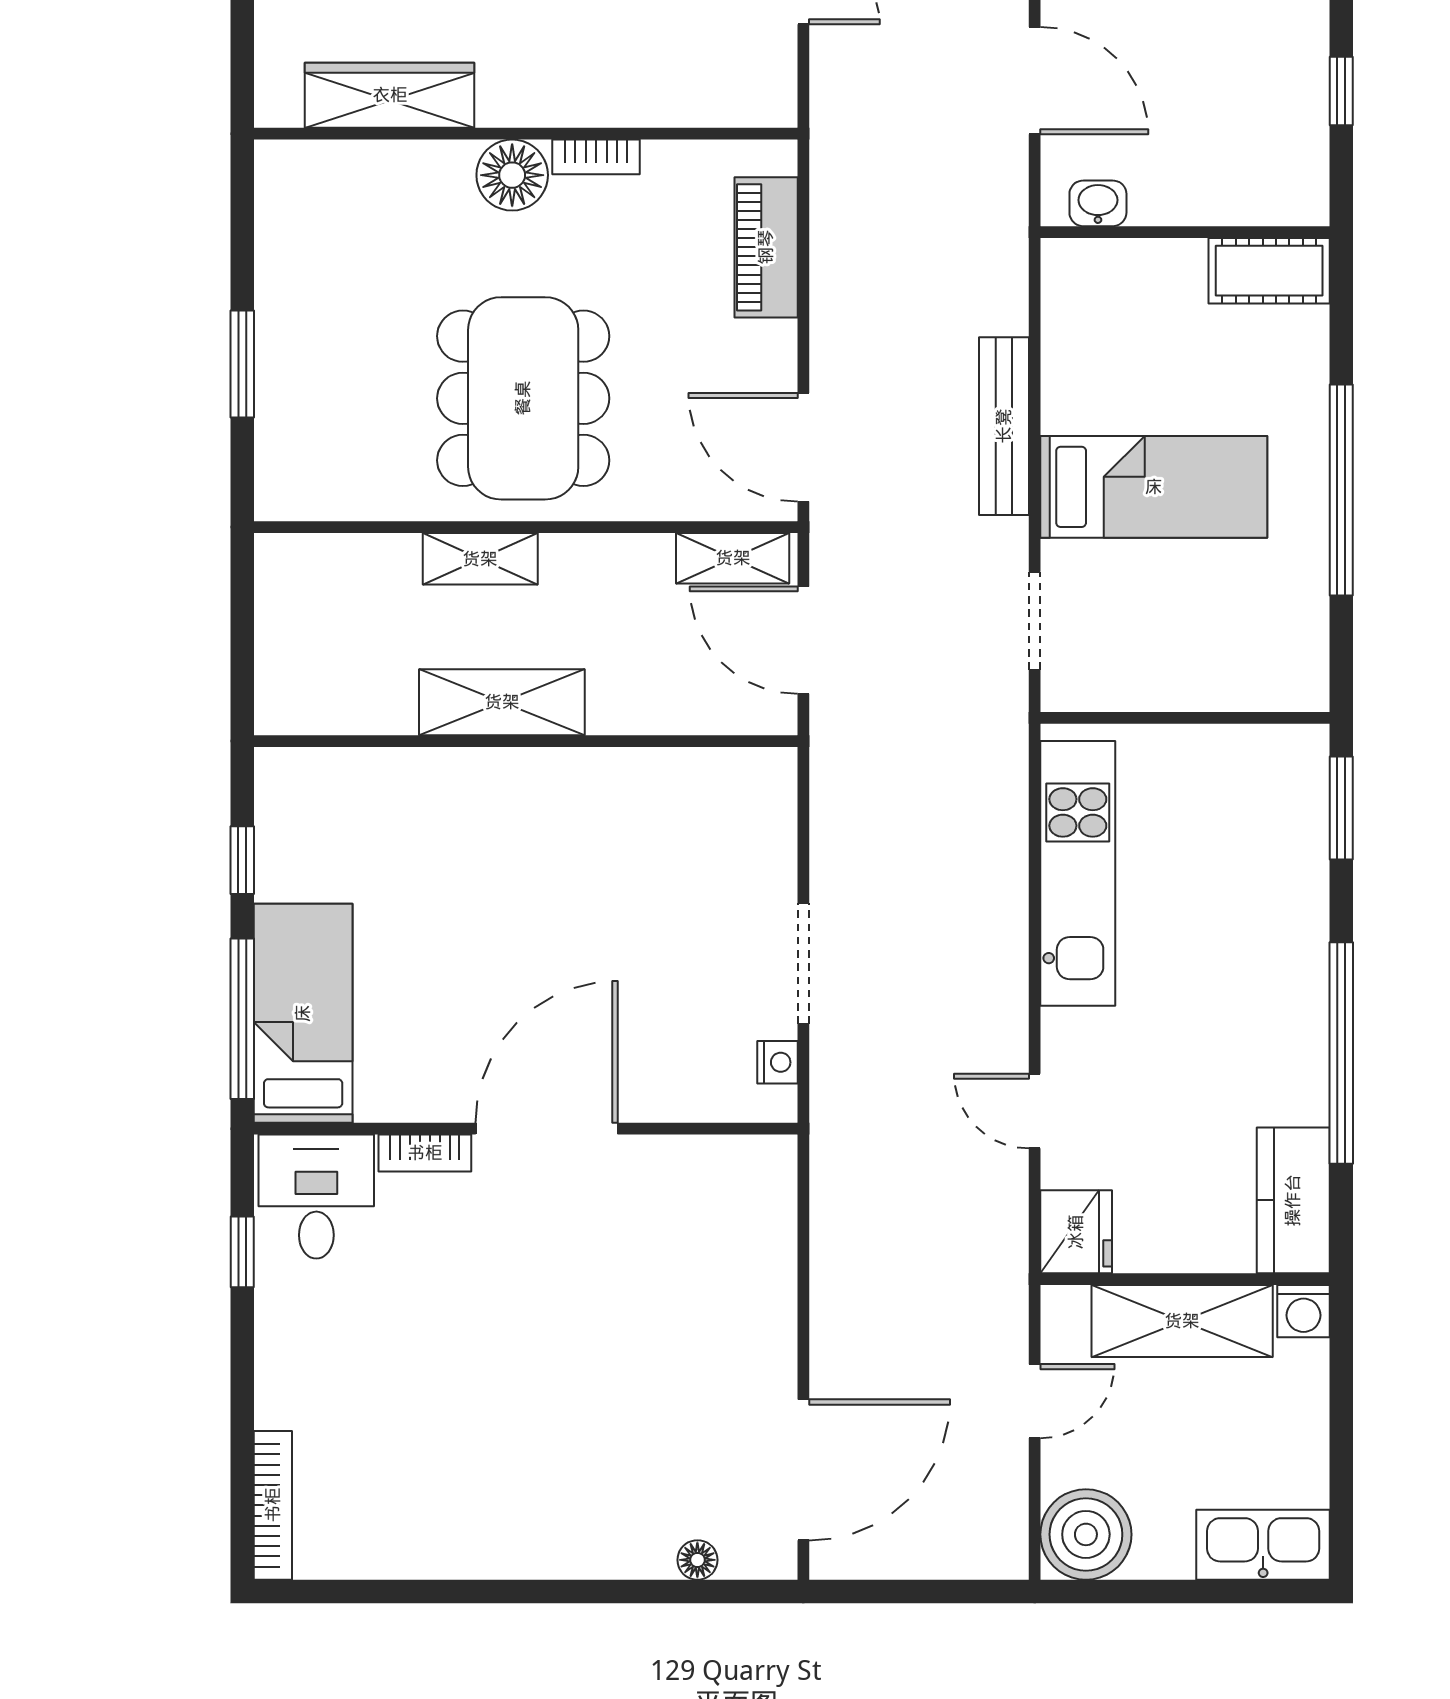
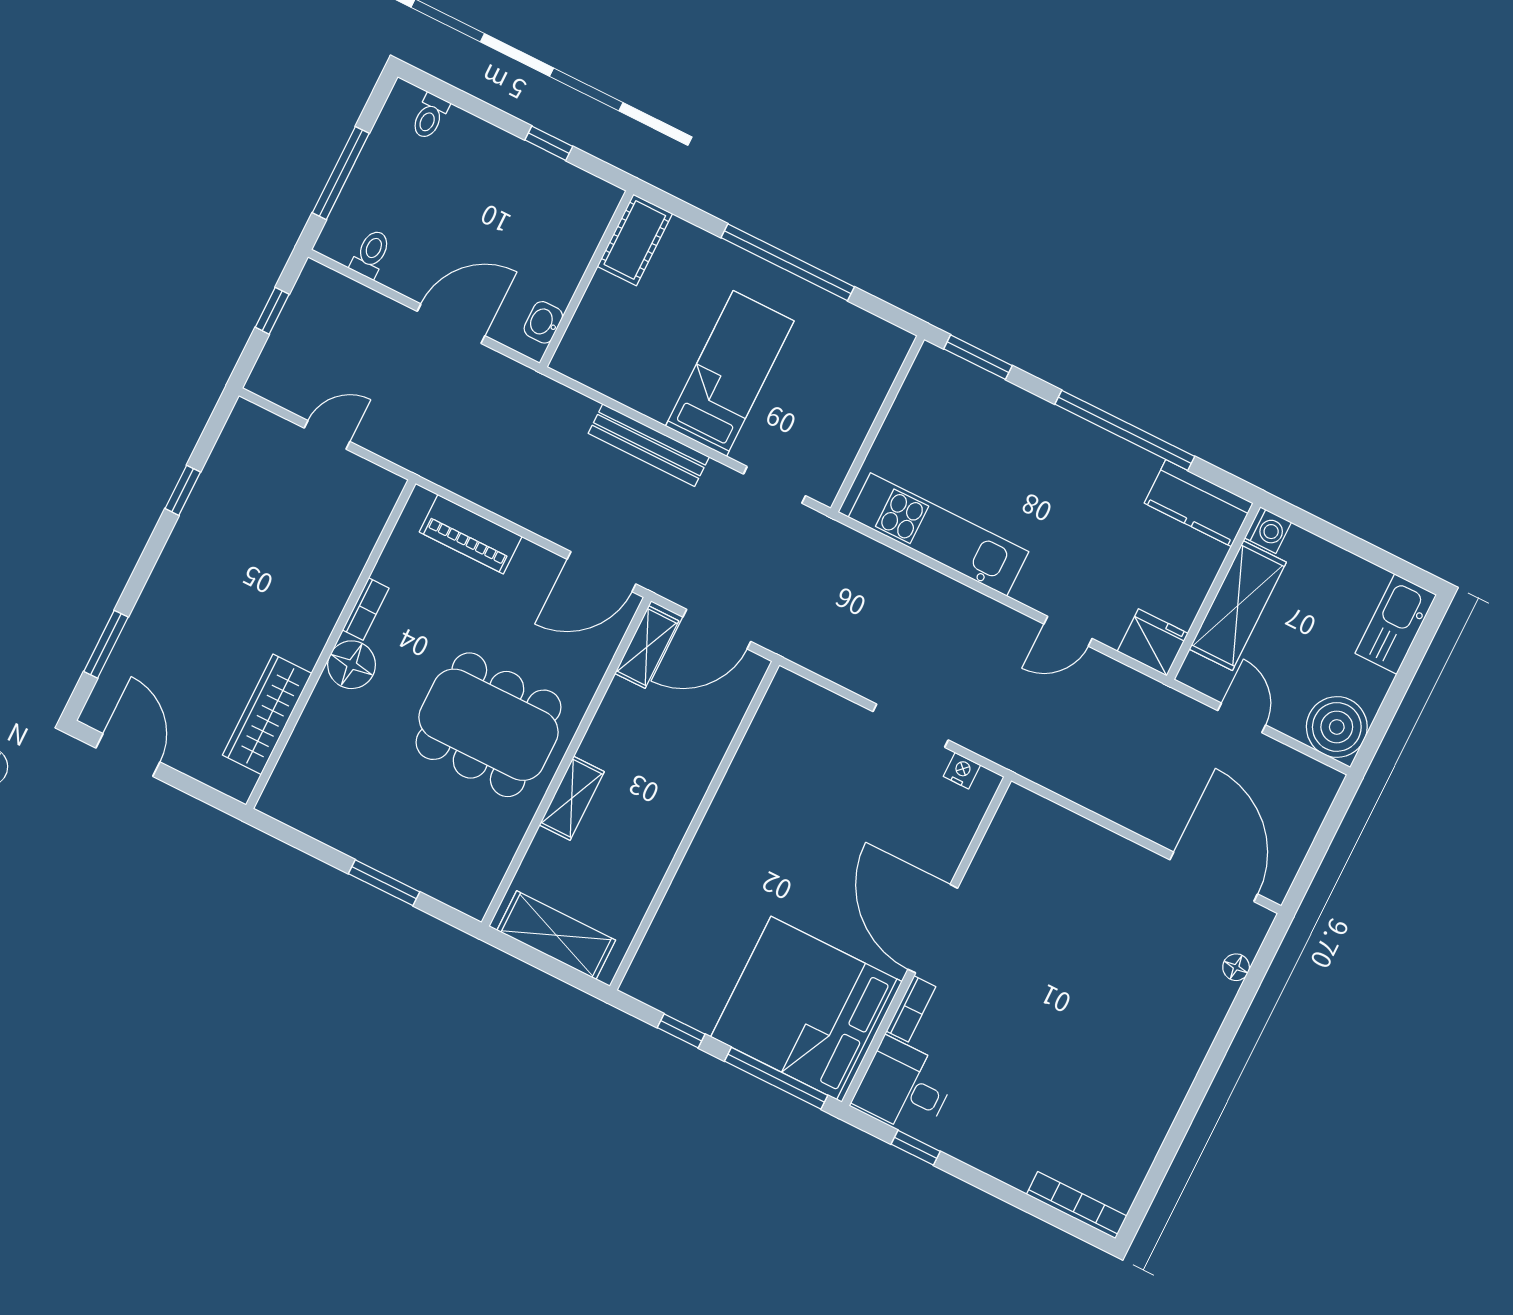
shelving: (502, 702) -> (556, 935), moved, turned 90
bed: (303, 1013) -> (806, 1009), width x2.04

